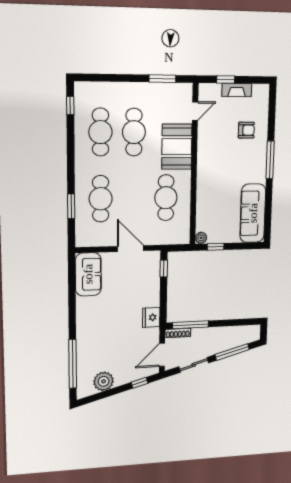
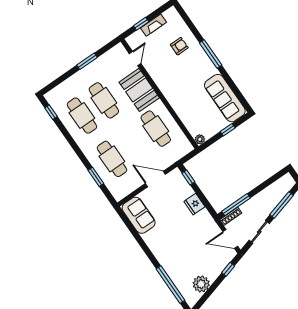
window: (162, 79) -> (87, 61), moved
window: (216, 247) -> (228, 130), moved
fridge: (151, 317) -> (194, 204), moved
door: (162, 355) -> (230, 239), hinge flipped

